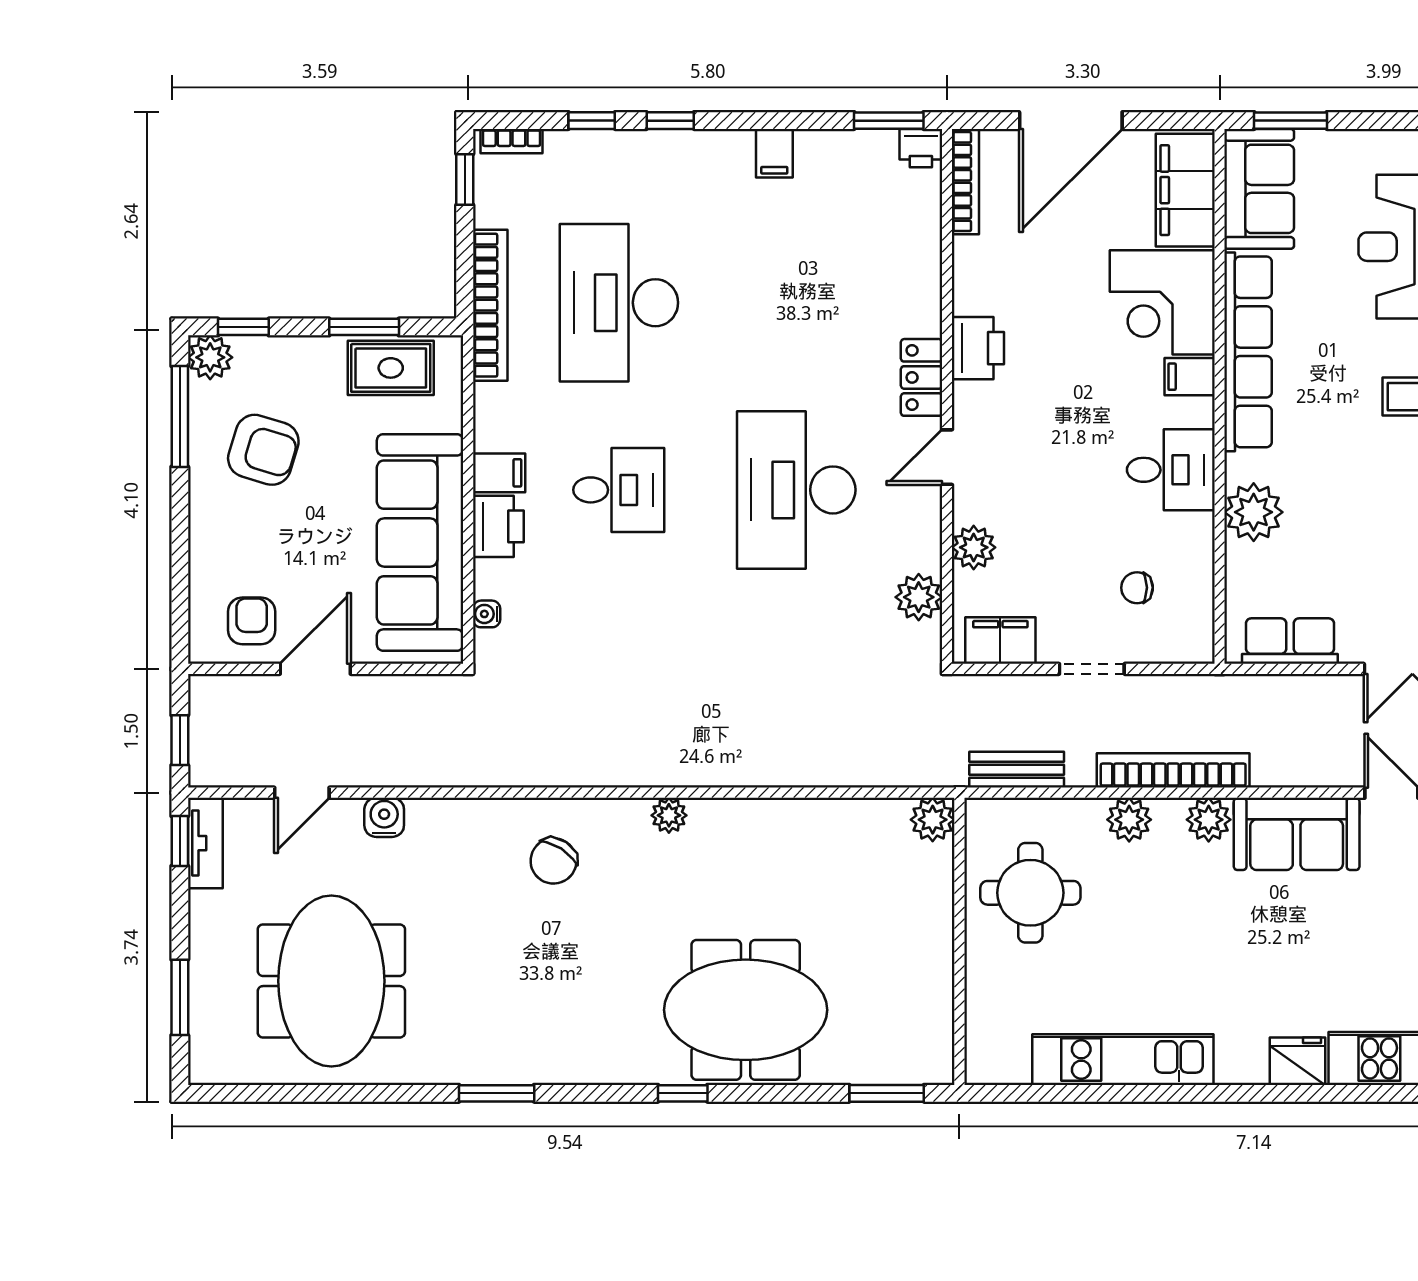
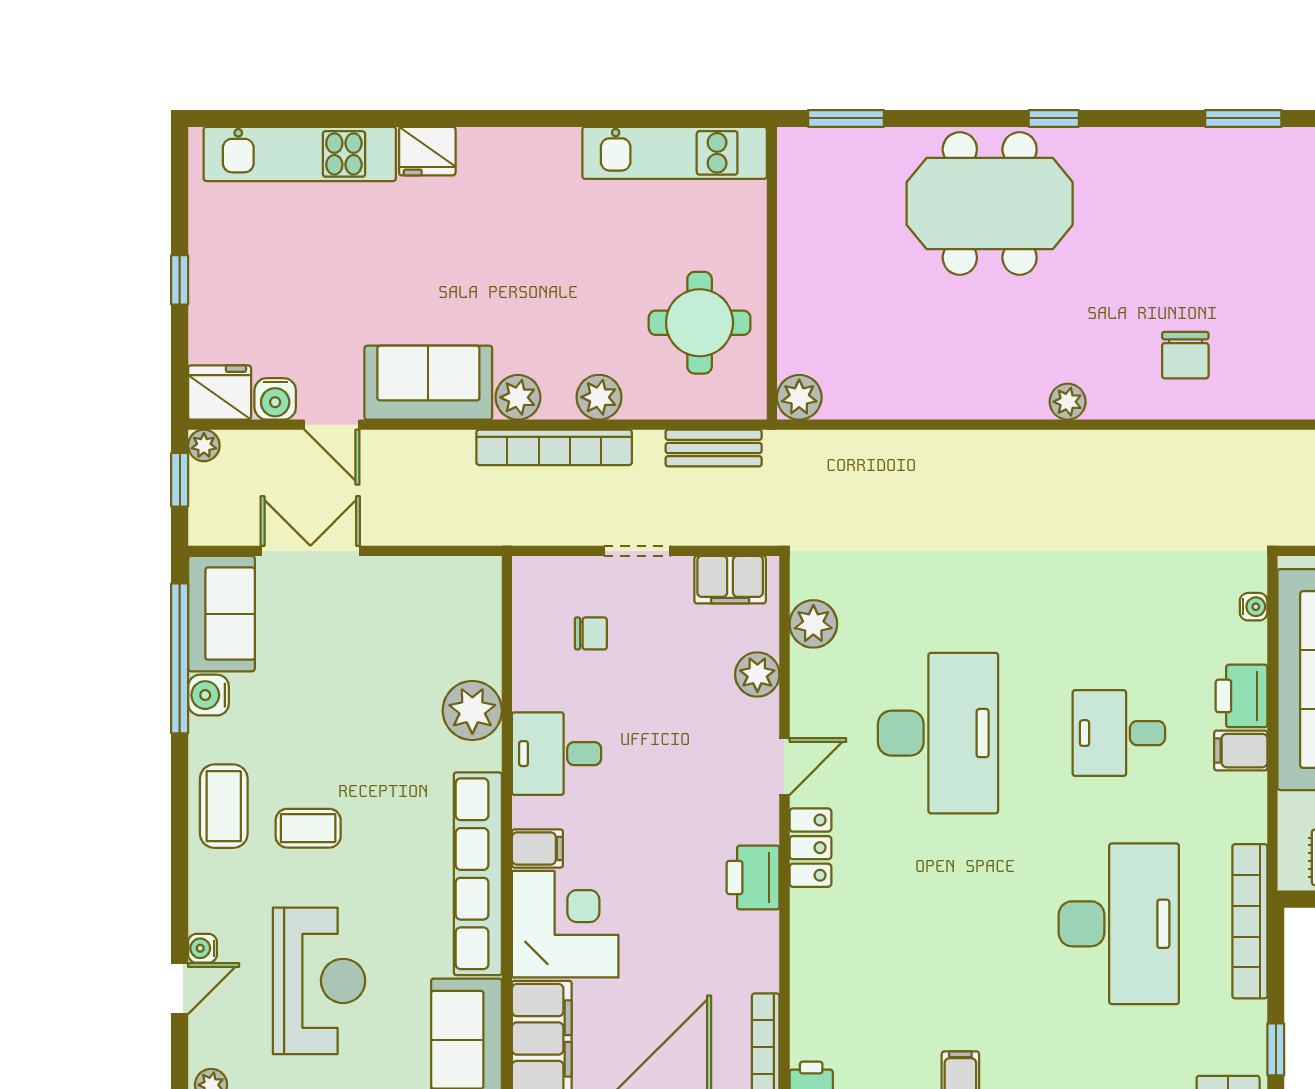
row of seats: (1290, 641) -> (435, 579), removed
chair: (554, 861) -> (1185, 355), turned 147
kitchen unit: (1123, 1060) -> (675, 153), moved

